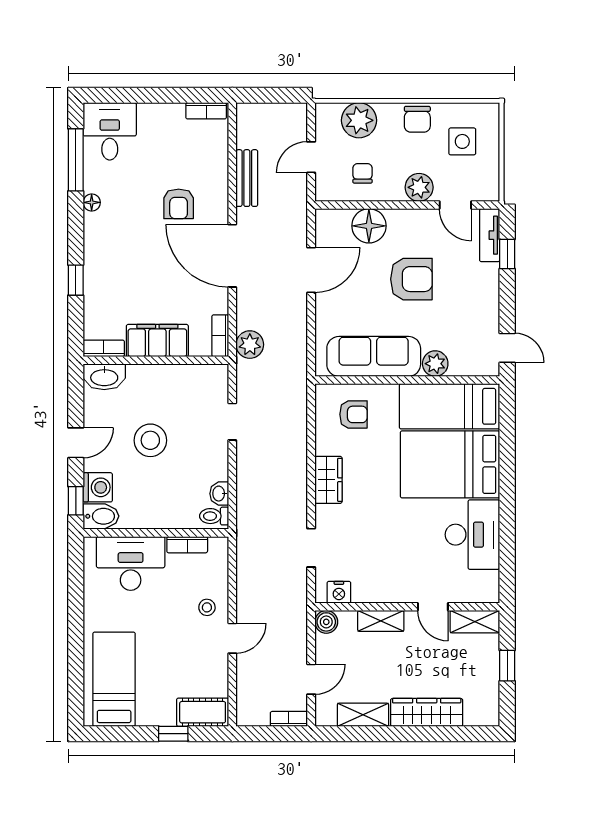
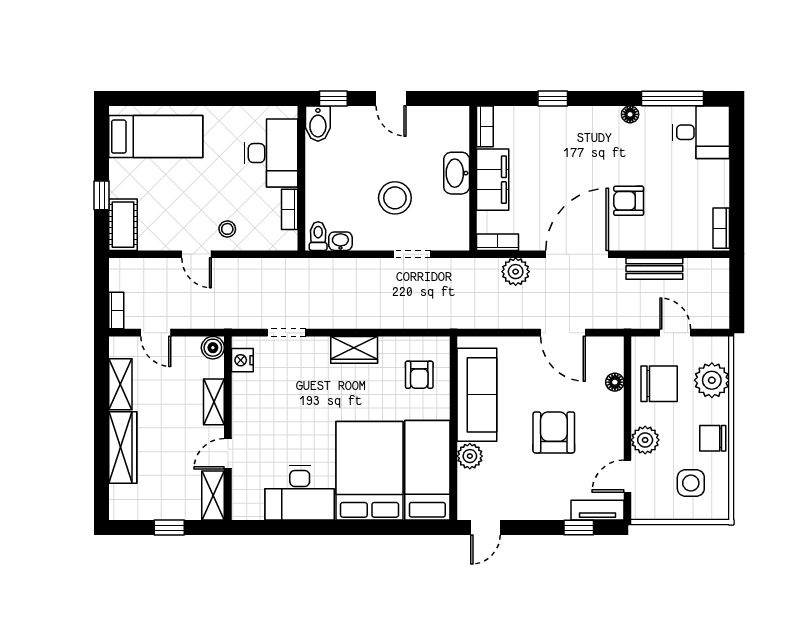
chair: (363, 173) -> (659, 384), width x1.87, depth x1.87
floor lamp: (369, 226) -> (615, 382), width x0.53, depth x0.53
armchair: (411, 279) -> (554, 432), turned 180
plant: (250, 345) -> (516, 272), moved
washbasin: (104, 377) -> (457, 173), moved
stool: (150, 440) -> (395, 198), moved
washing machine: (98, 487) -> (347, 120), removed

